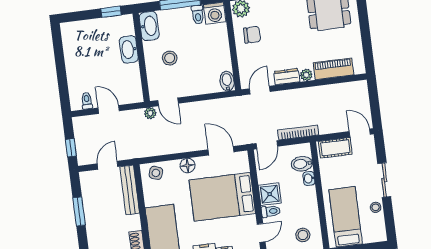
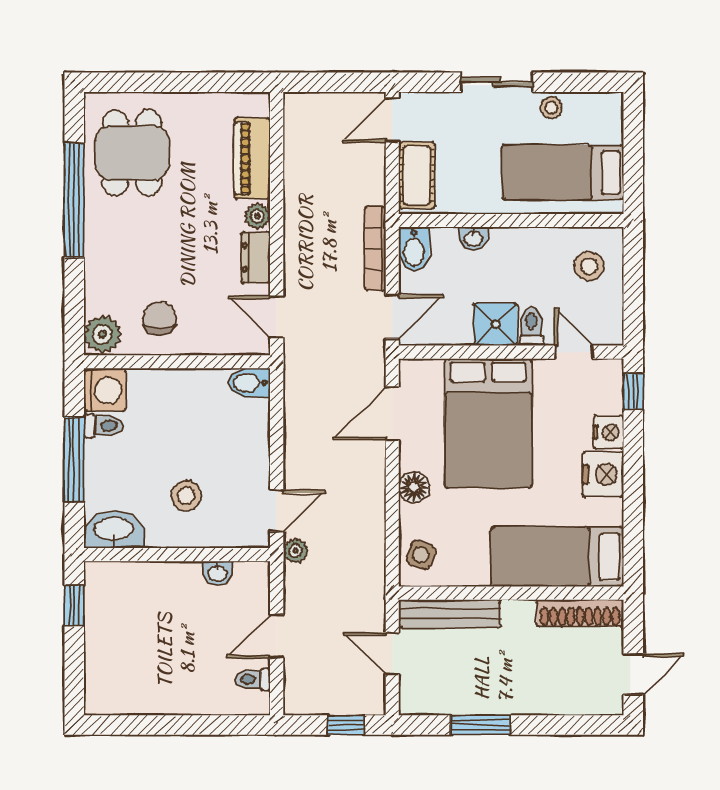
washbasin: (129, 49) -> (217, 573), moved, width x0.52, depth x0.69
door: (267, 145) -> (392, 317), hinge flipped
bidet: (302, 164) -> (414, 249), moved

